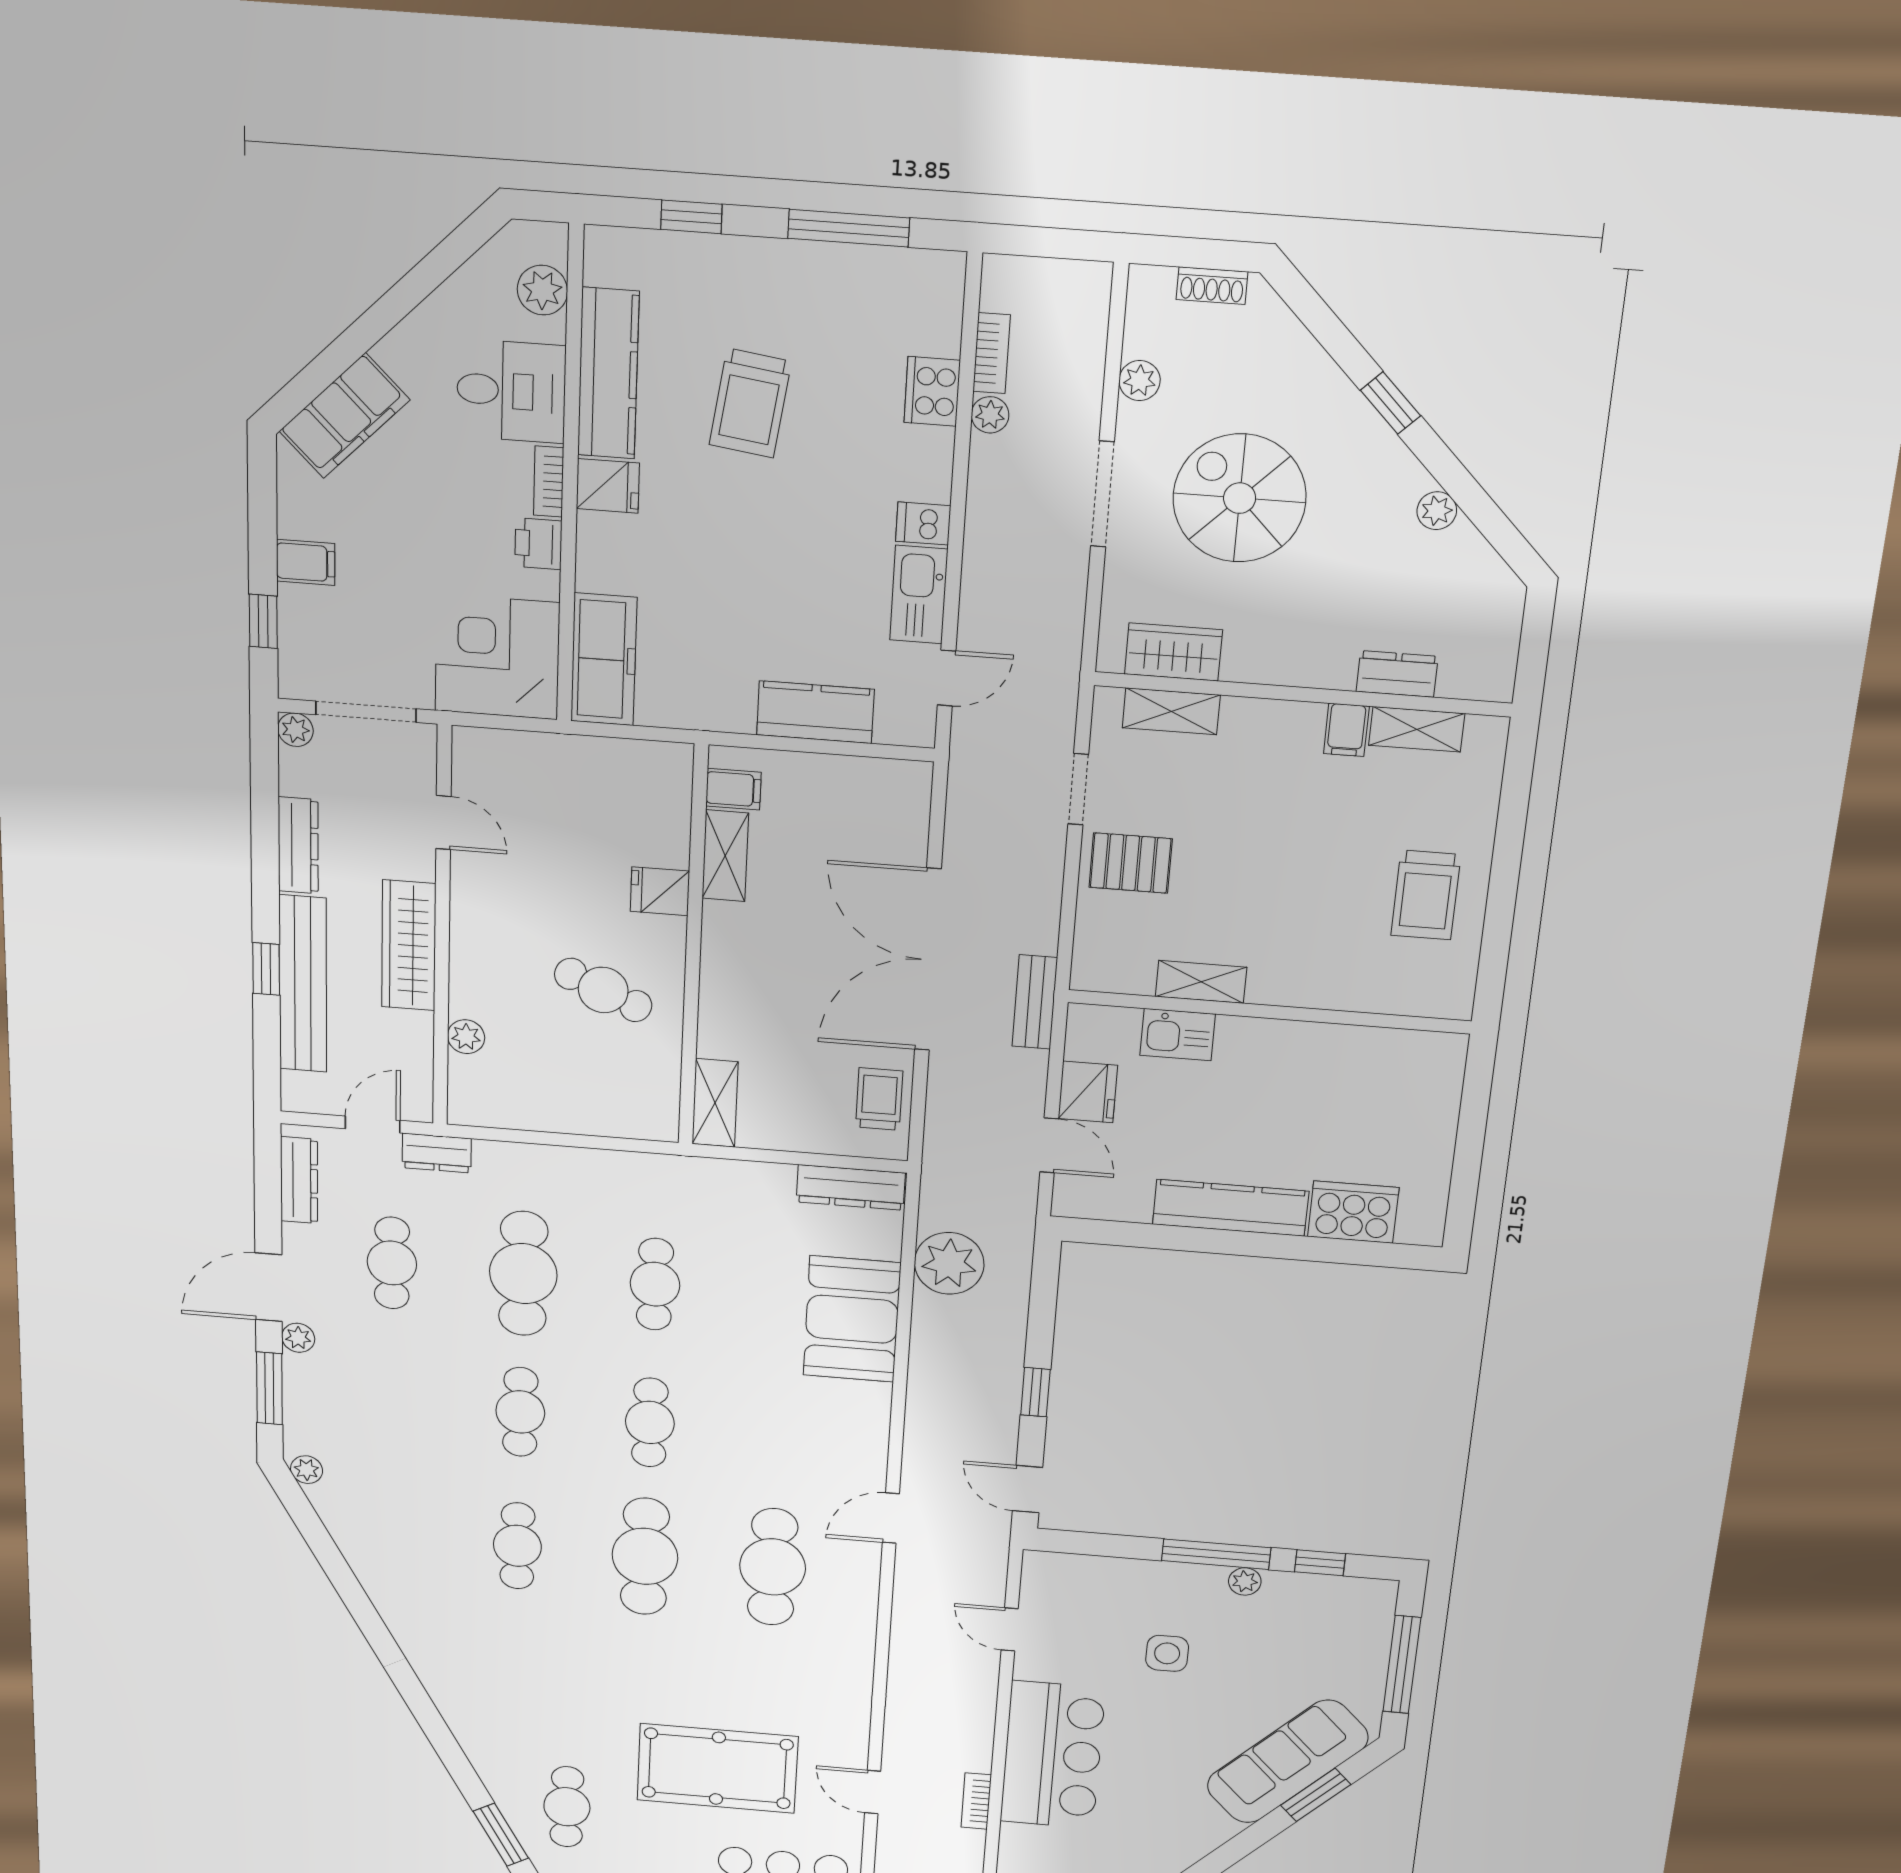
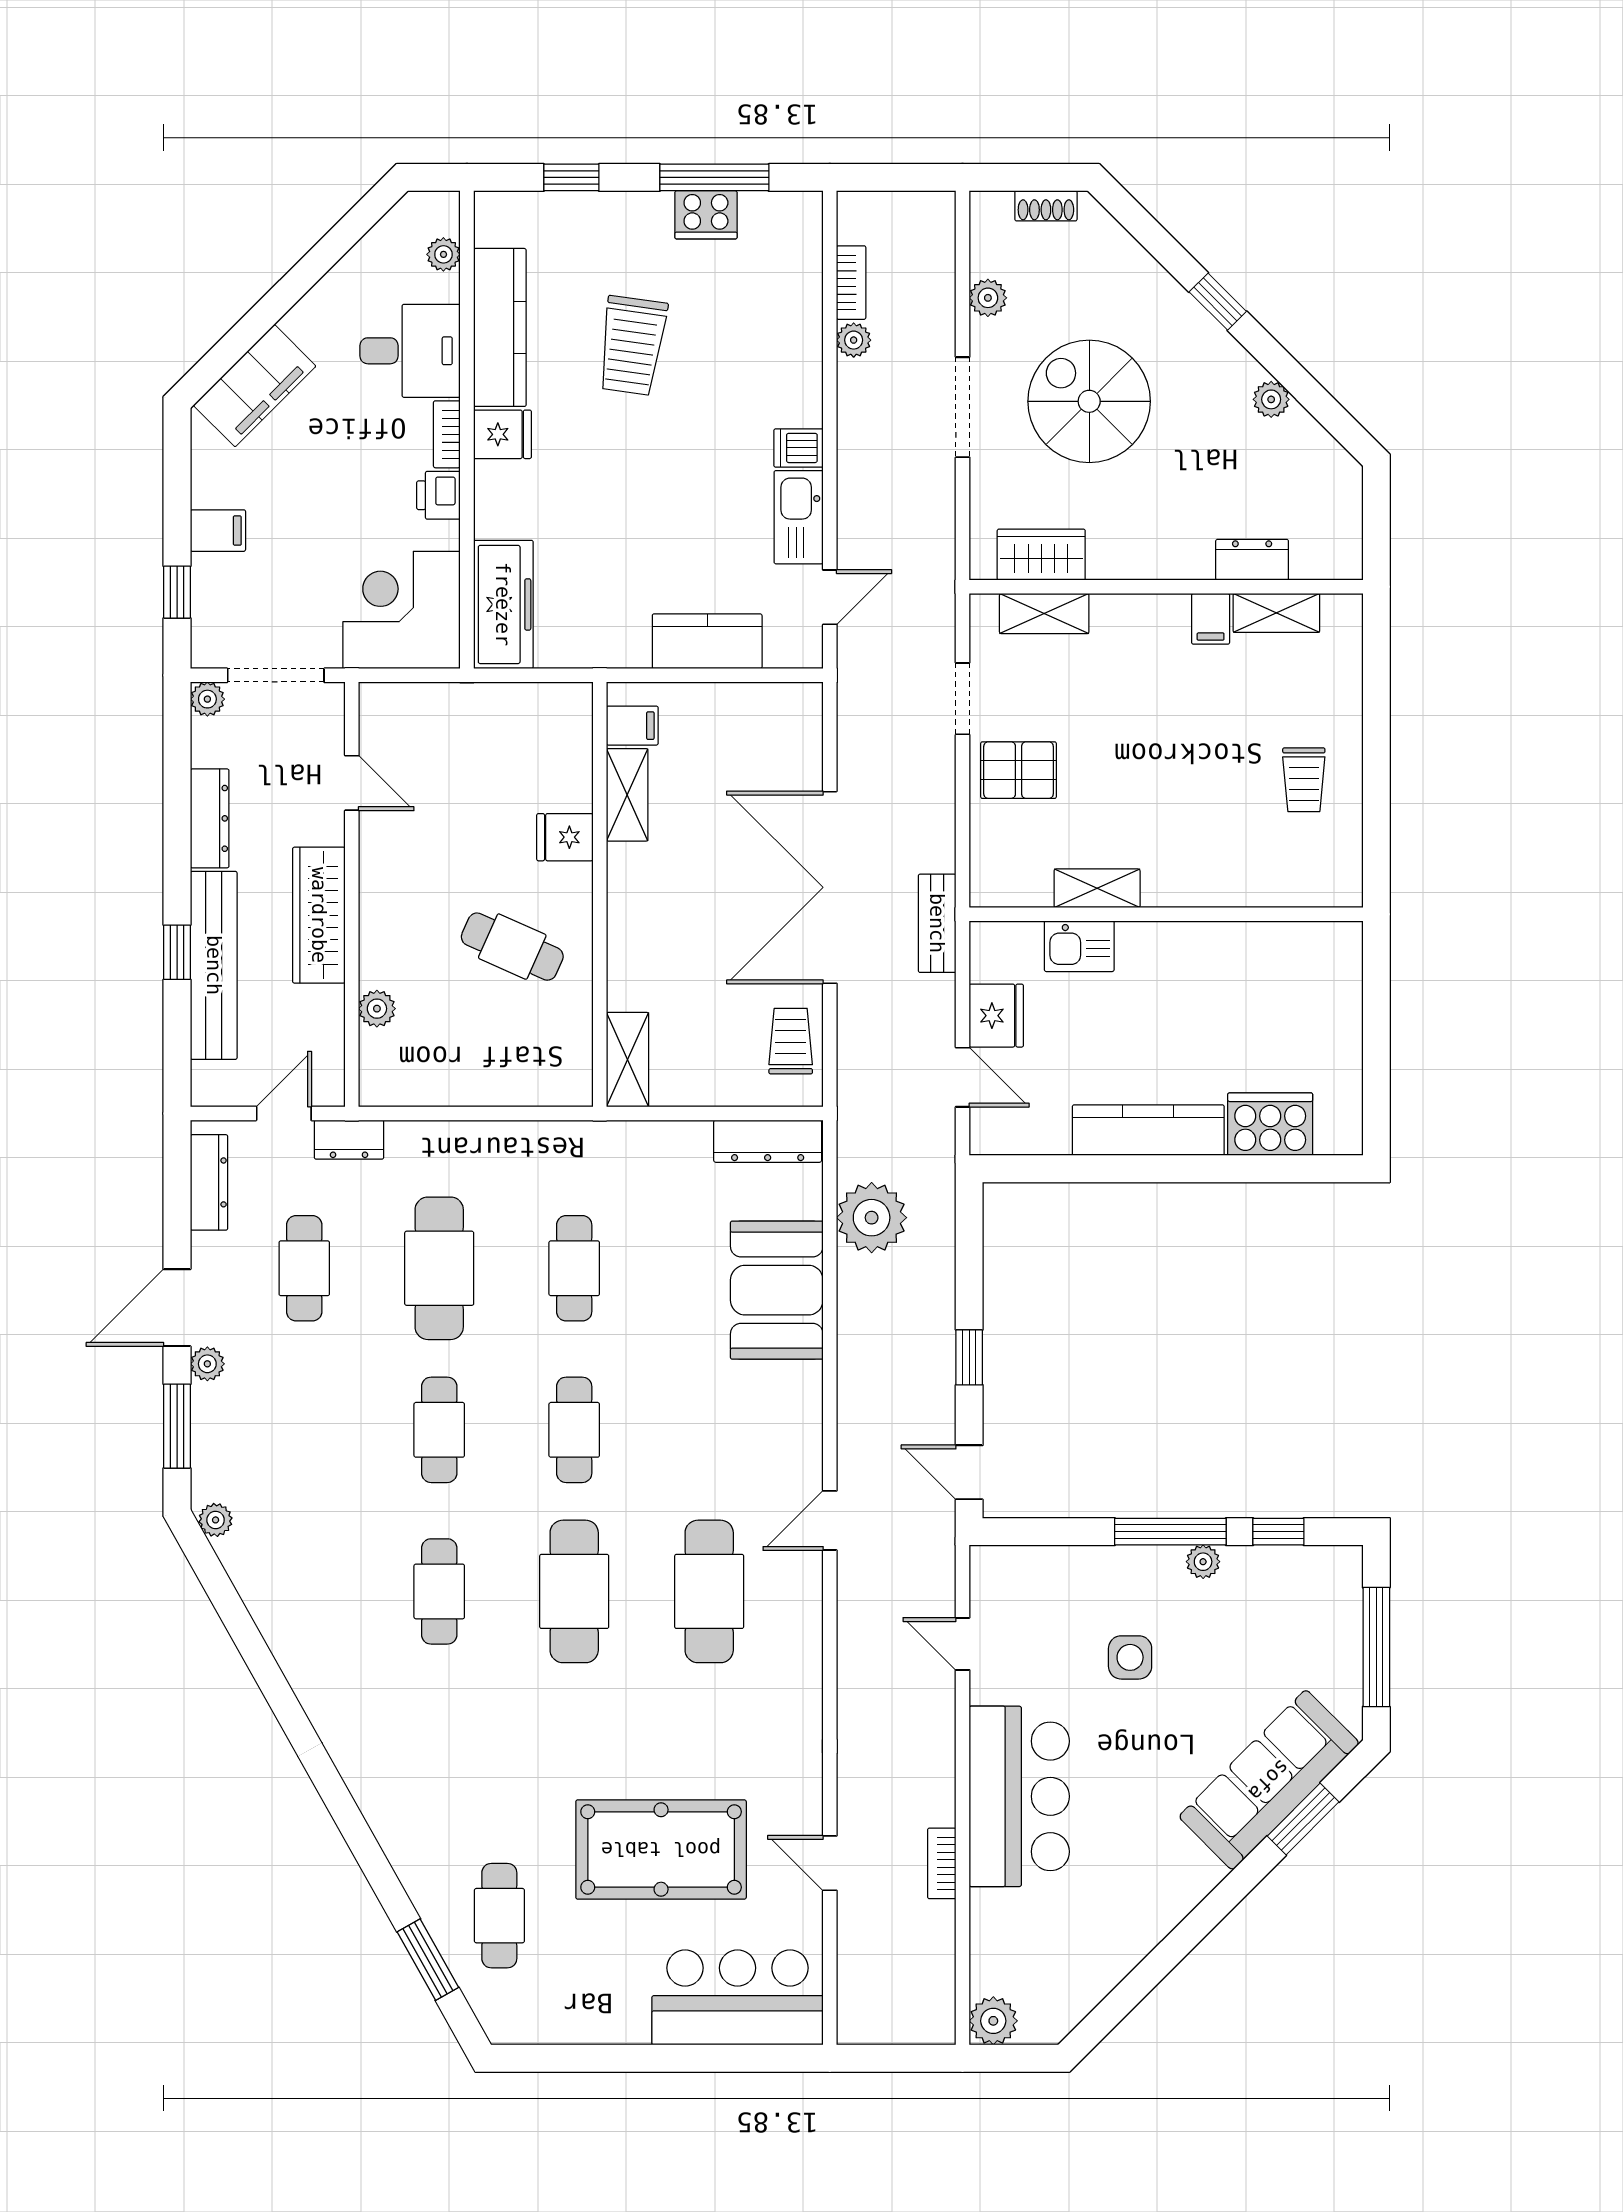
plant: (542, 290) -> (443, 254), width x0.73, depth x0.73
cooker: (932, 391) -> (706, 215), moved, turned -90
trolley: (1426, 895) -> (1304, 780), width x0.73, depth x0.72

